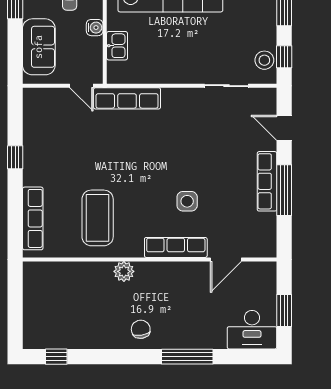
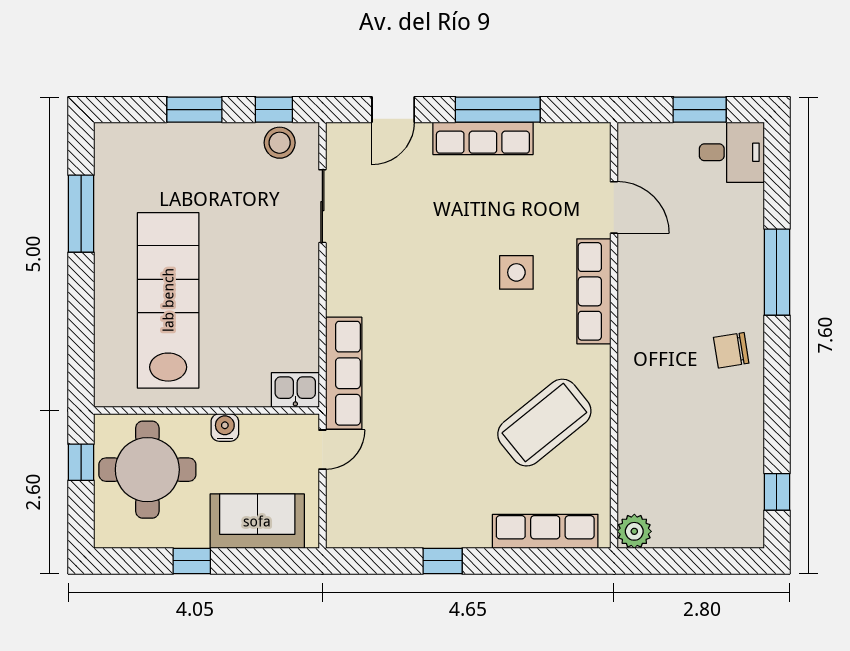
kitchen sink: (117, 46) -> (295, 390), moved
coffee table: (98, 218) -> (544, 423), turned -39
plant: (124, 271) -> (634, 531), moved
desk: (252, 330) -> (732, 152), width x0.73

